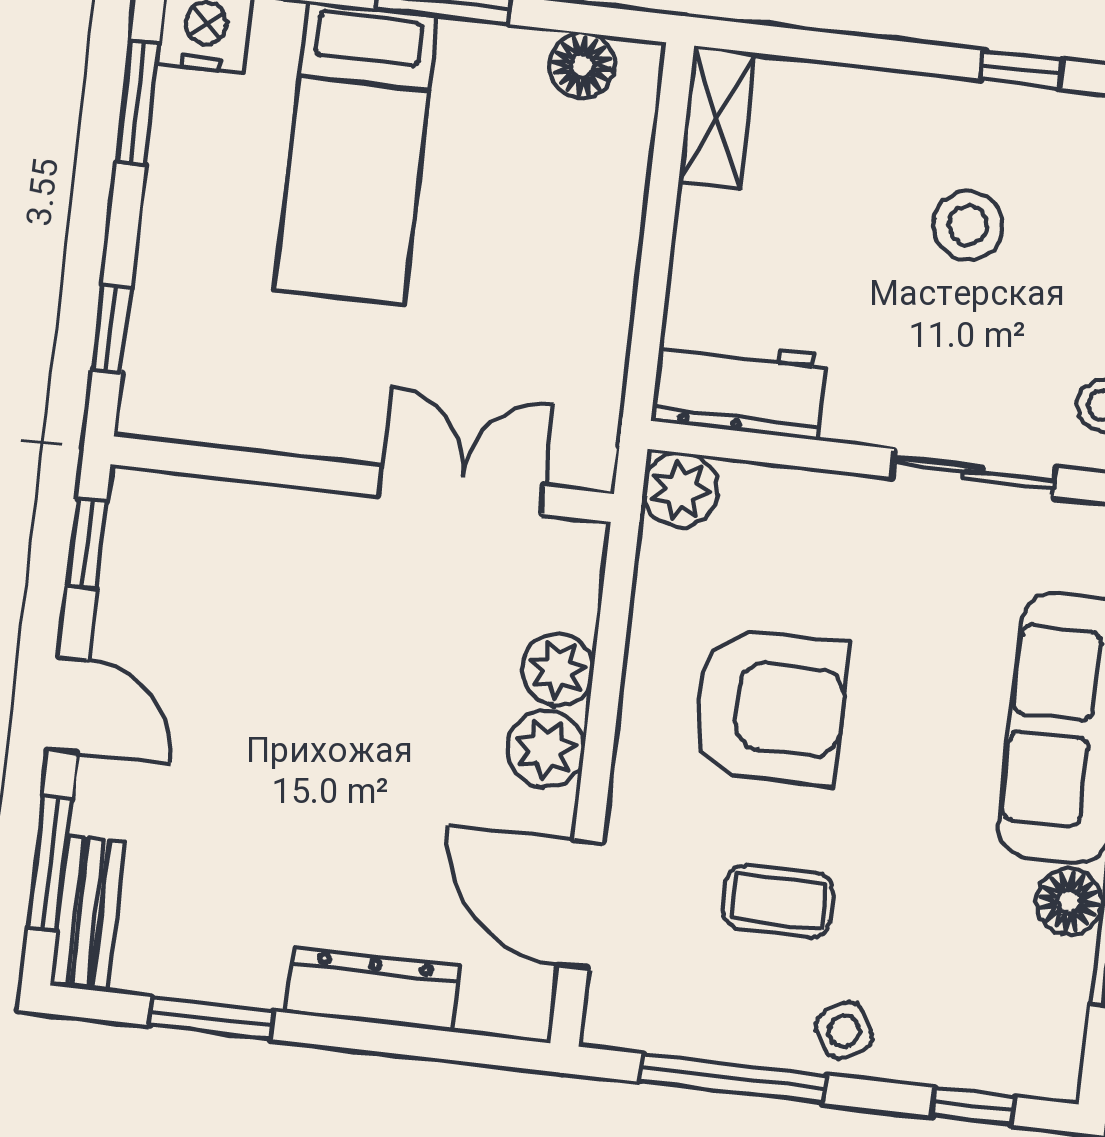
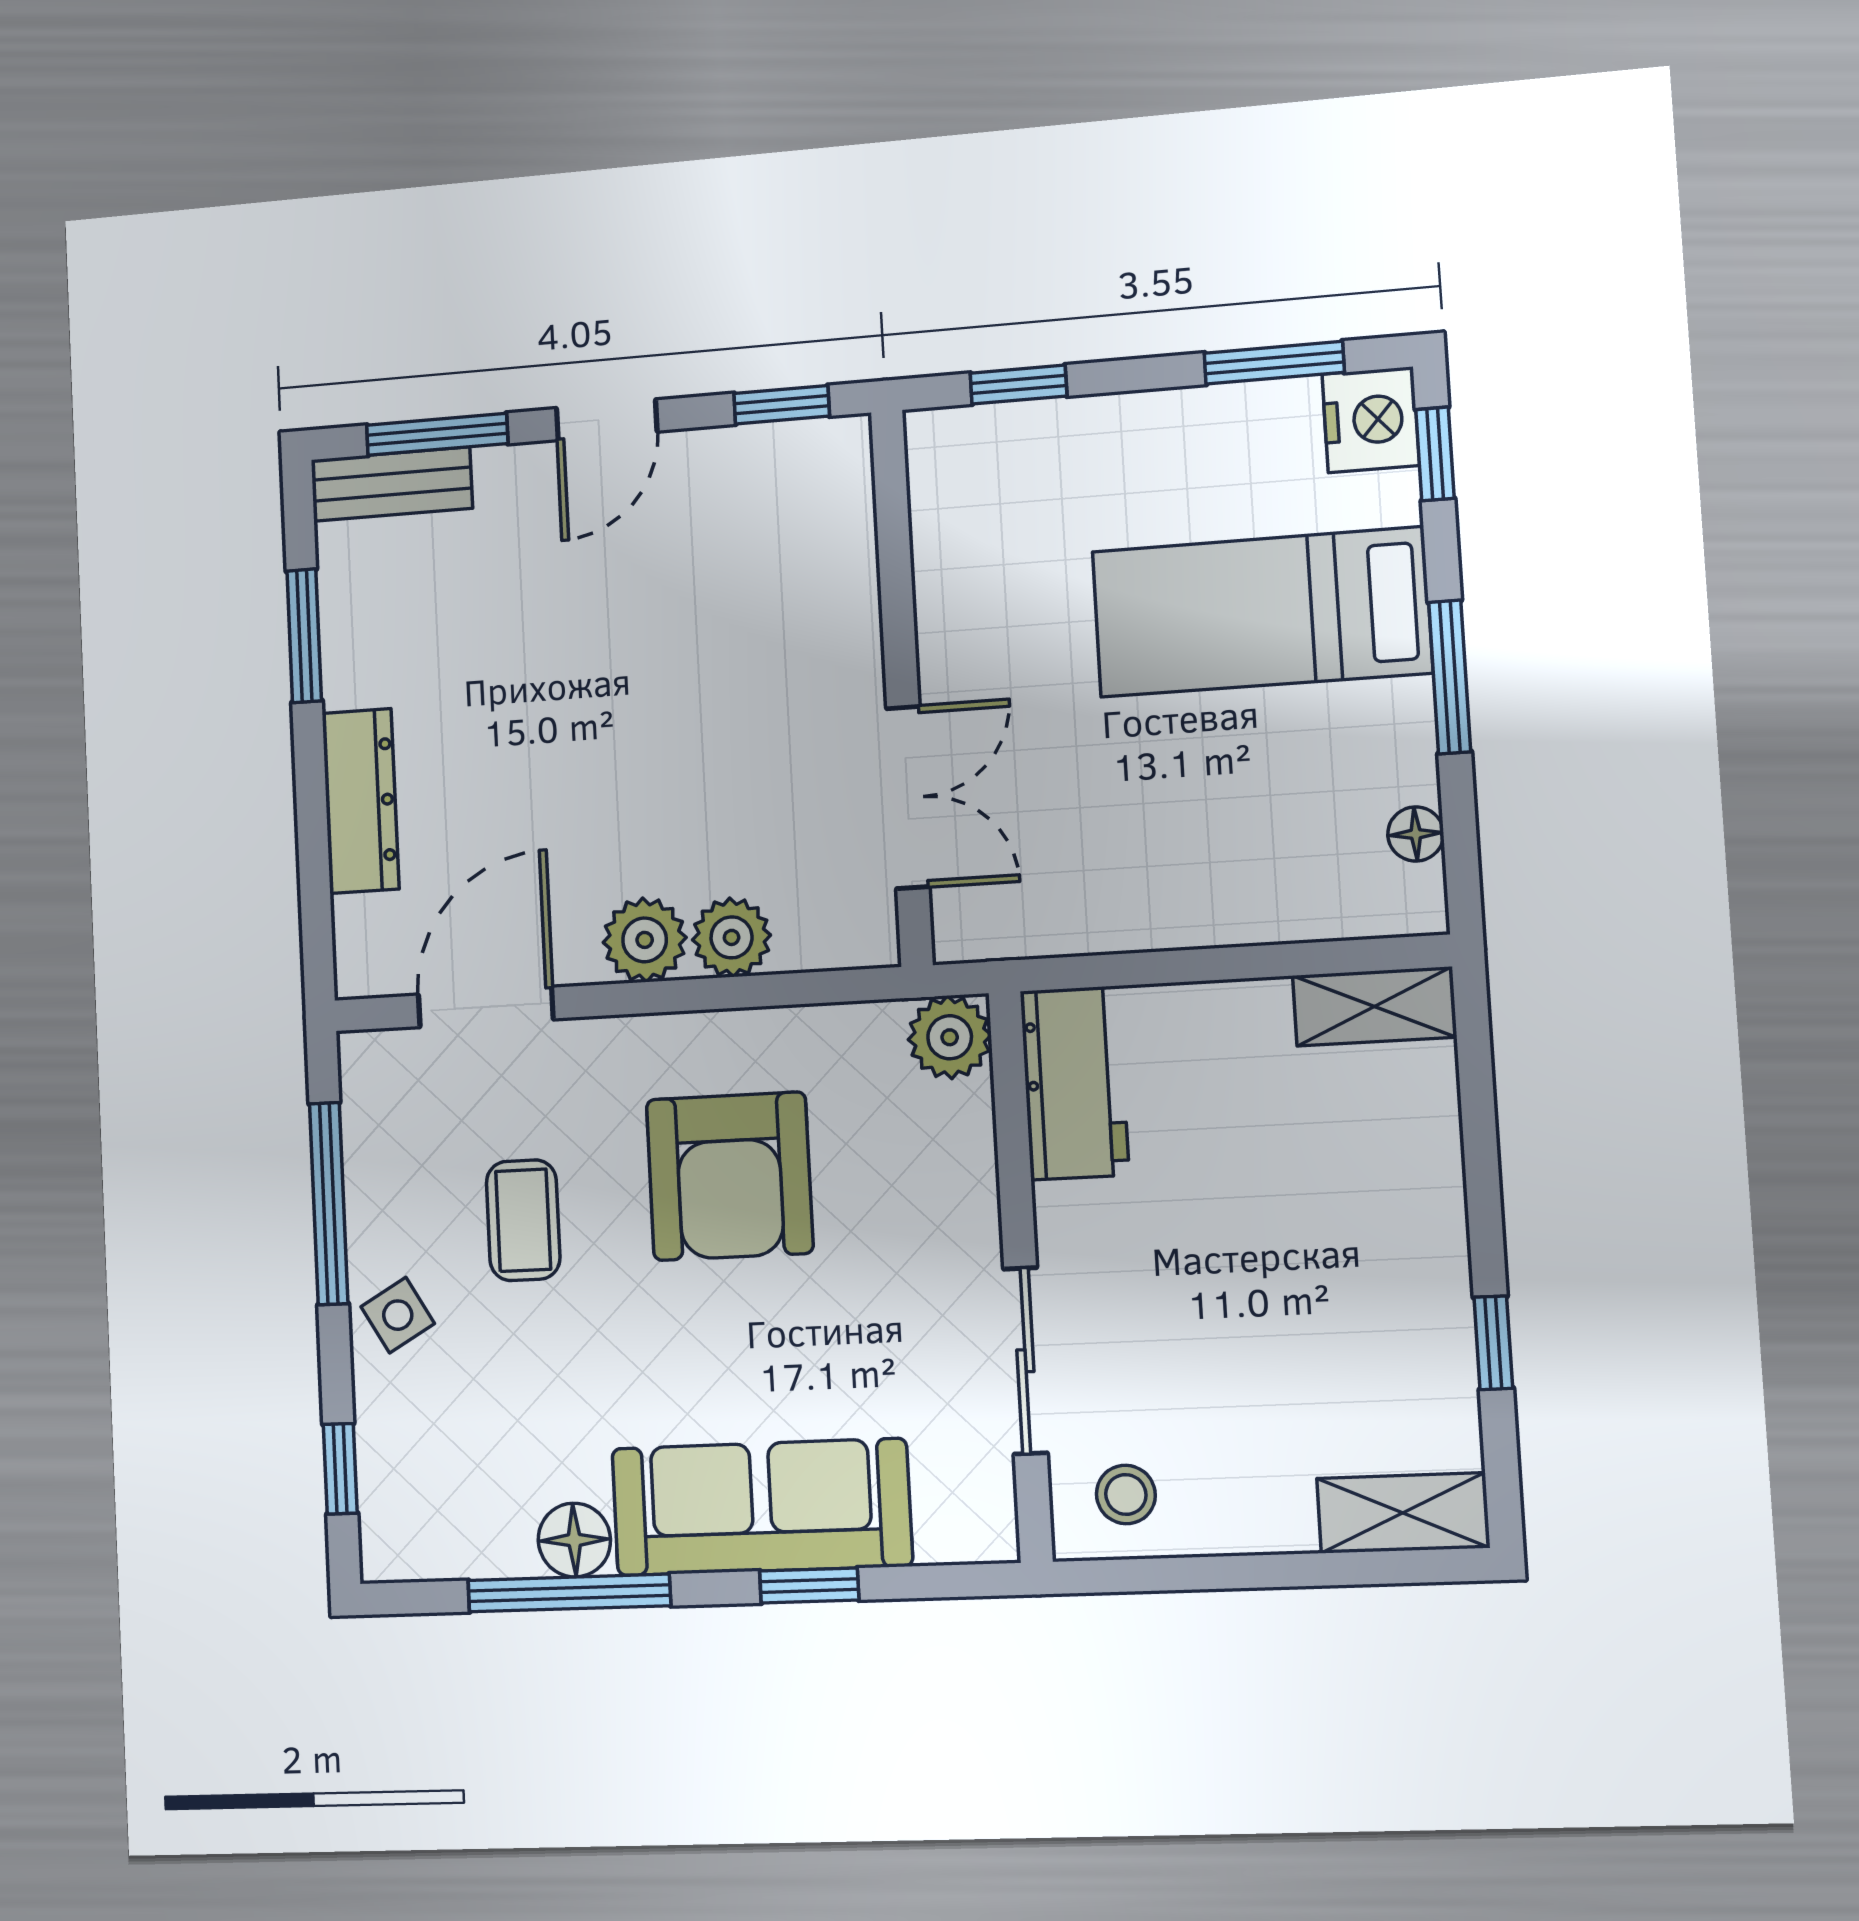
floor lamp: (582, 66) -> (1416, 834), width x0.73, depth x0.73
stool: (968, 225) -> (1303, 1310), removed

